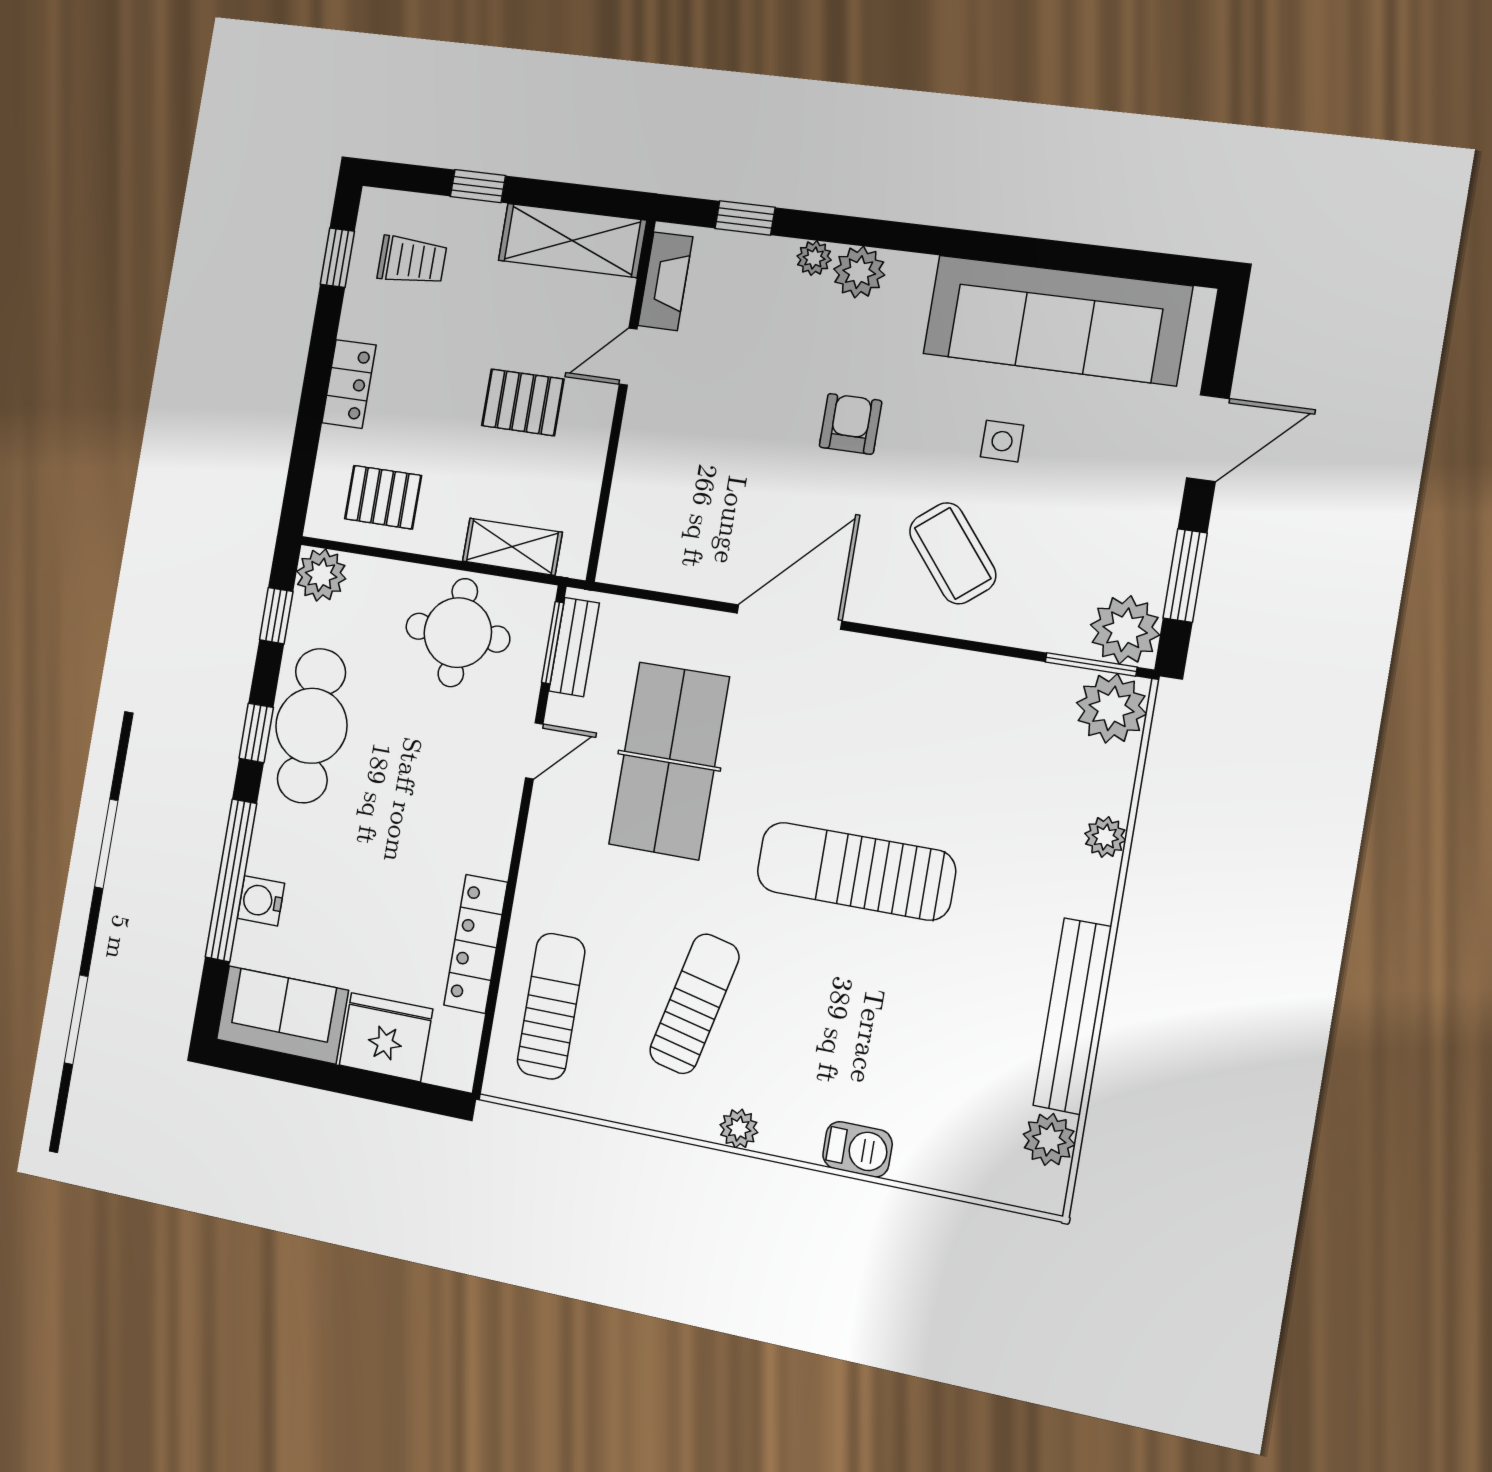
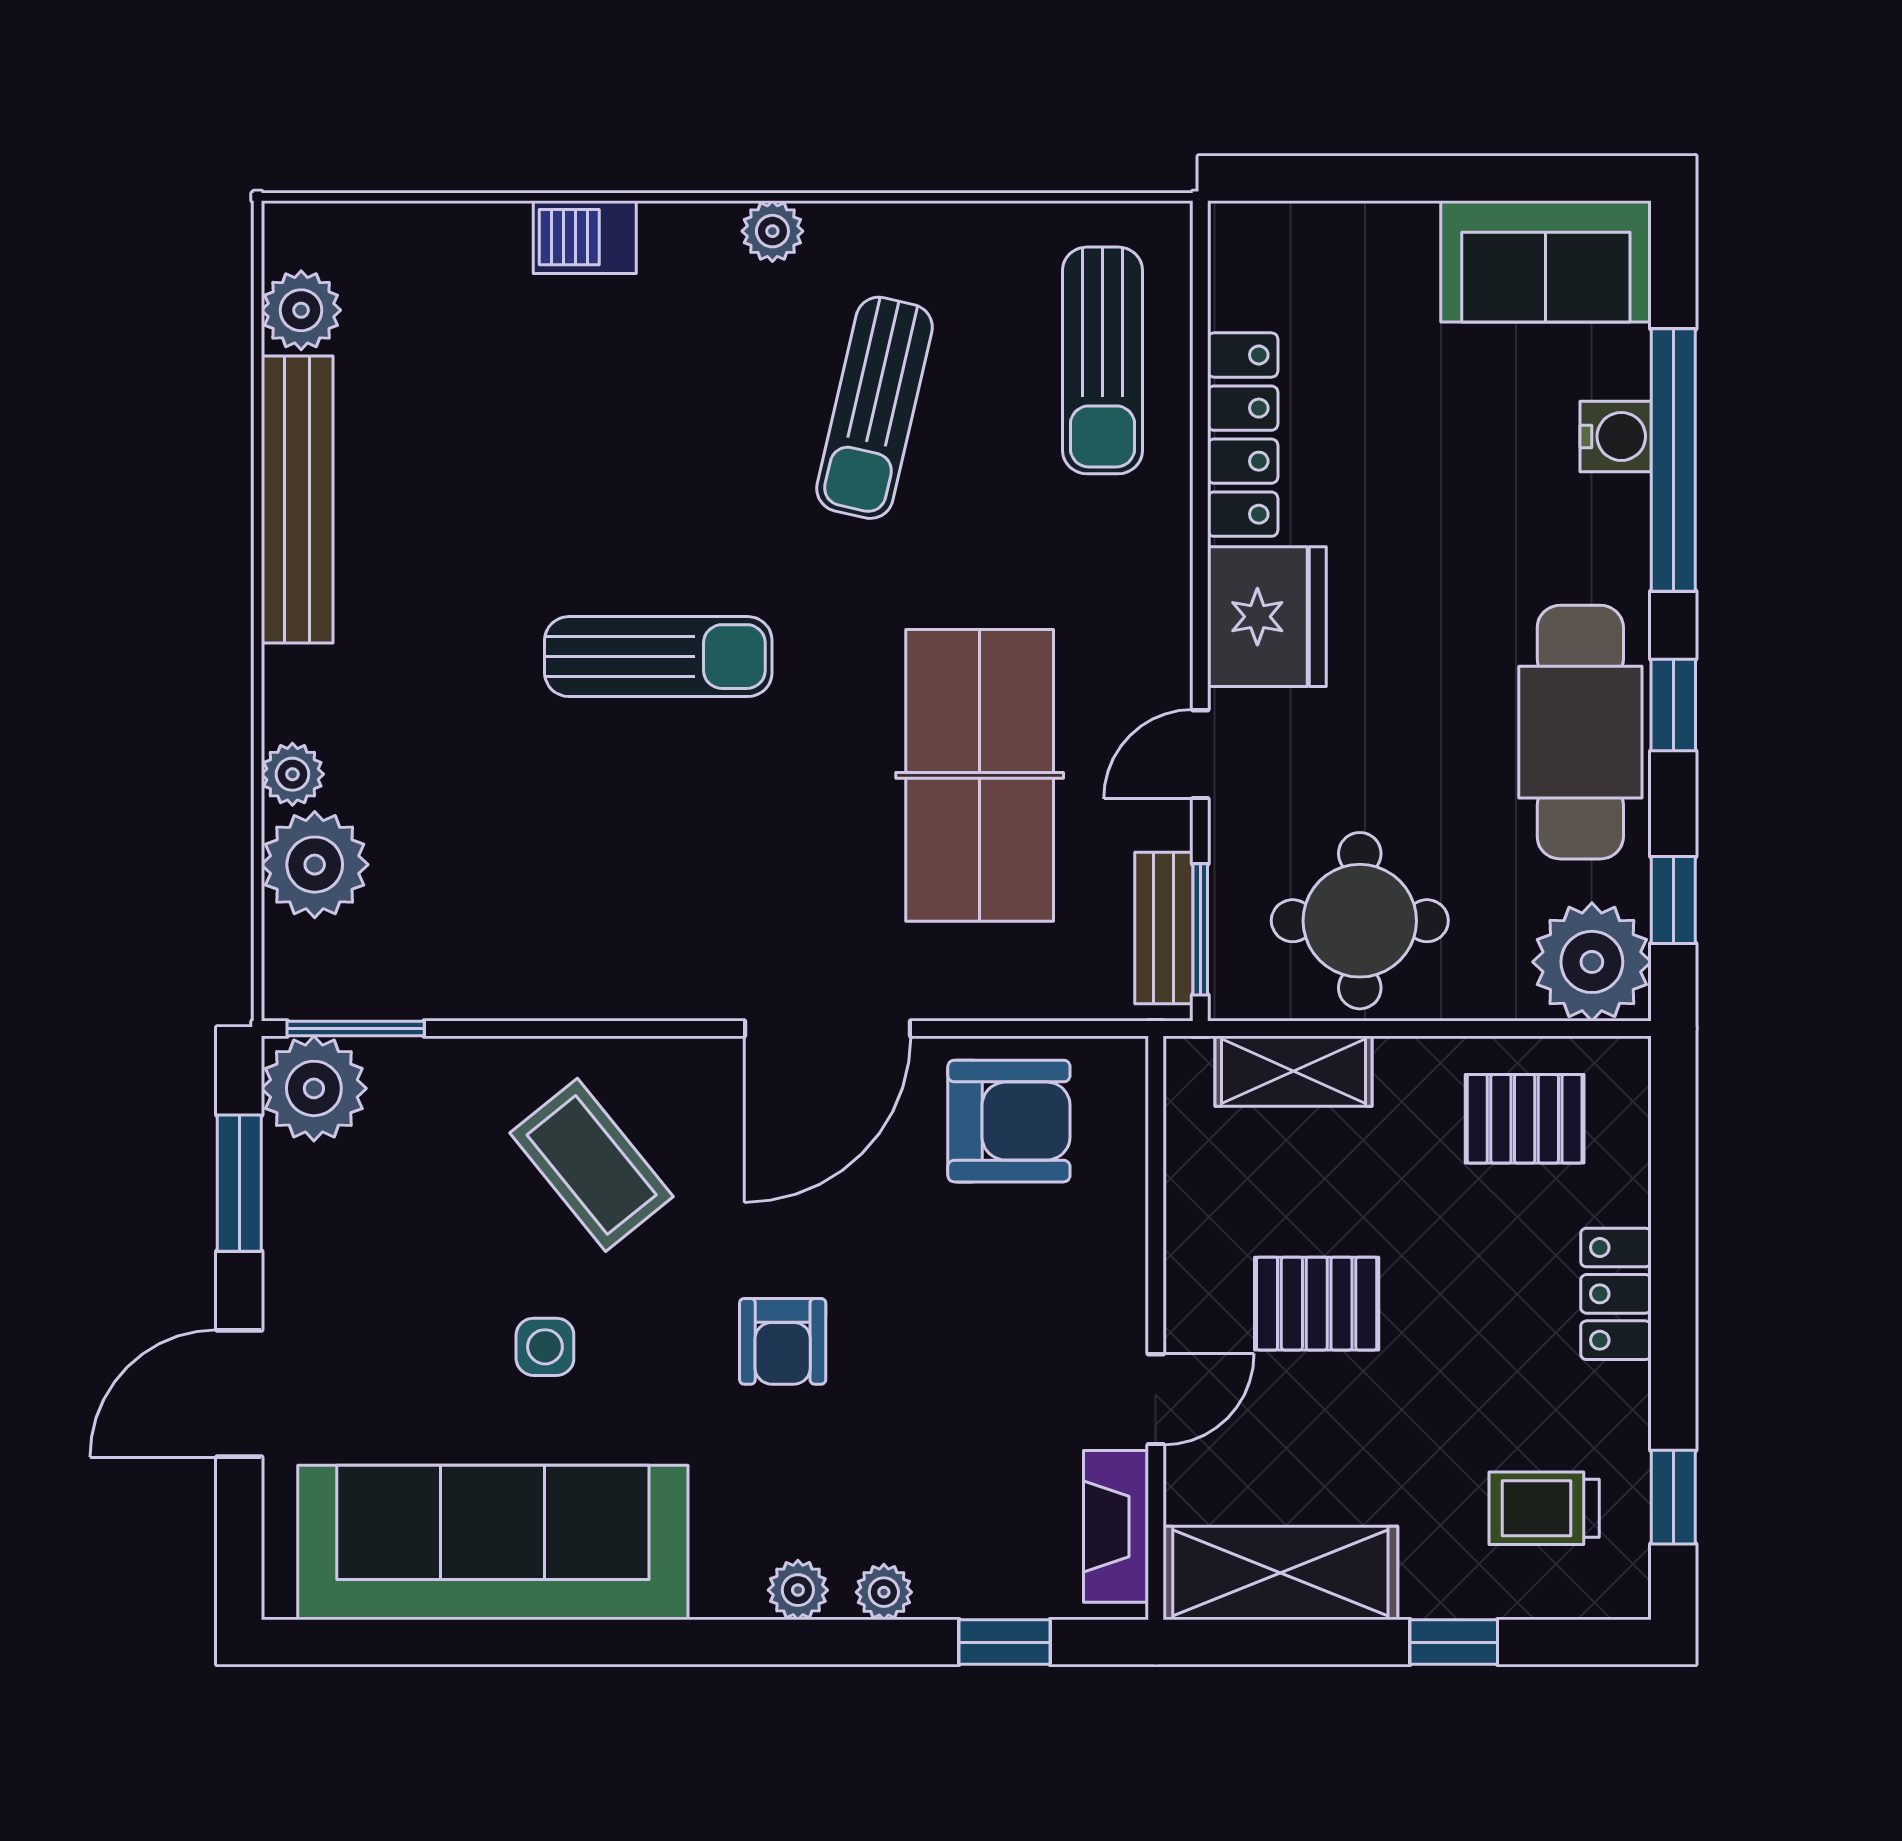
plant: (859, 272) -> (798, 1590), width x0.73, depth x0.73
armchair: (688, 542) -> (1009, 1121), added
plant: (321, 575) -> (1592, 962), width x1.36, depth x1.36
plant: (1112, 708) -> (315, 865), moved
sun lounger: (856, 871) -> (658, 657), width x0.73, depth x0.75
fridge: (386, 1037) -> (1267, 617), moved, turned -90

